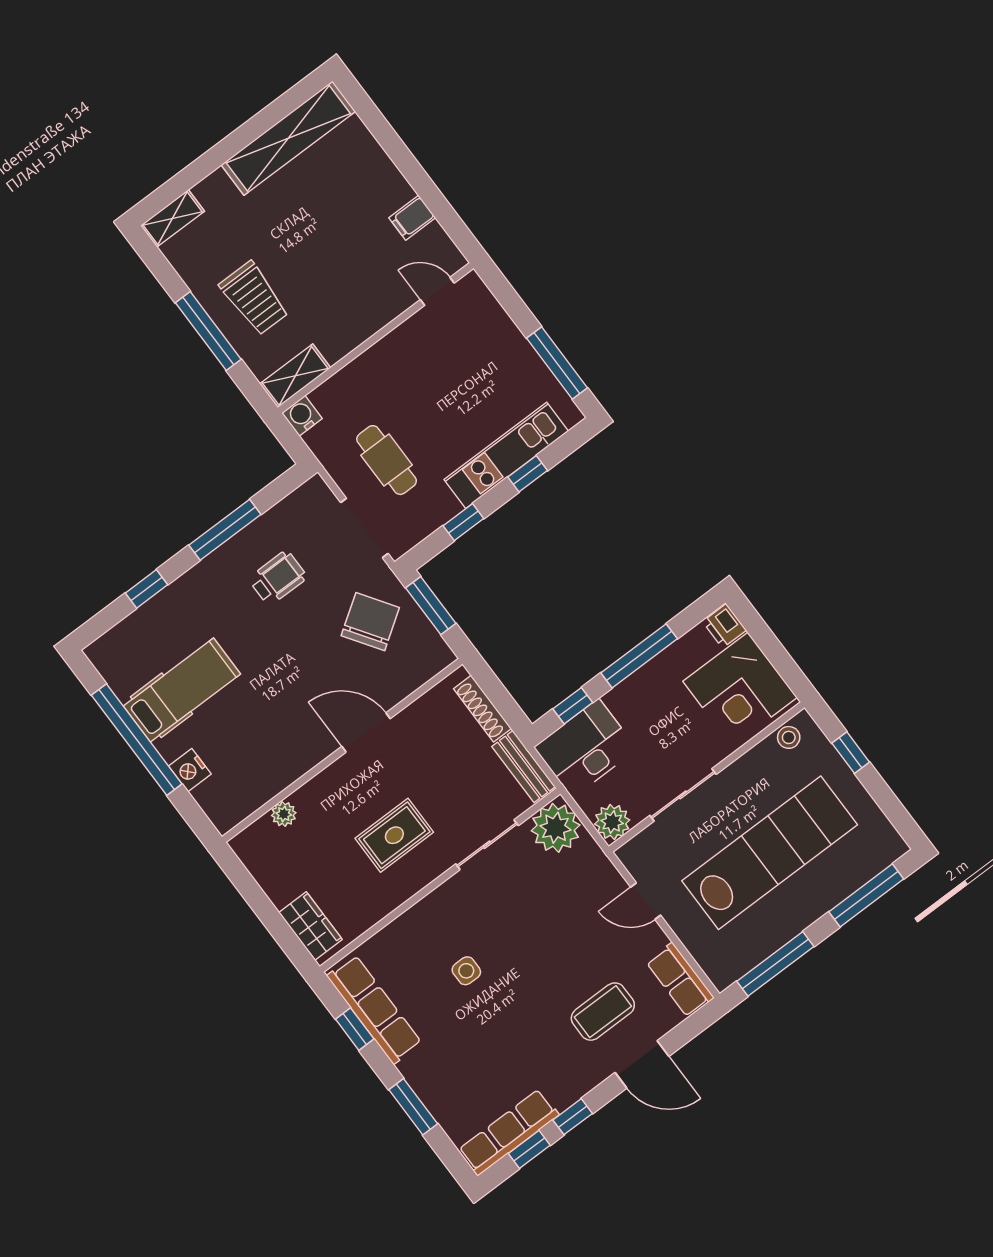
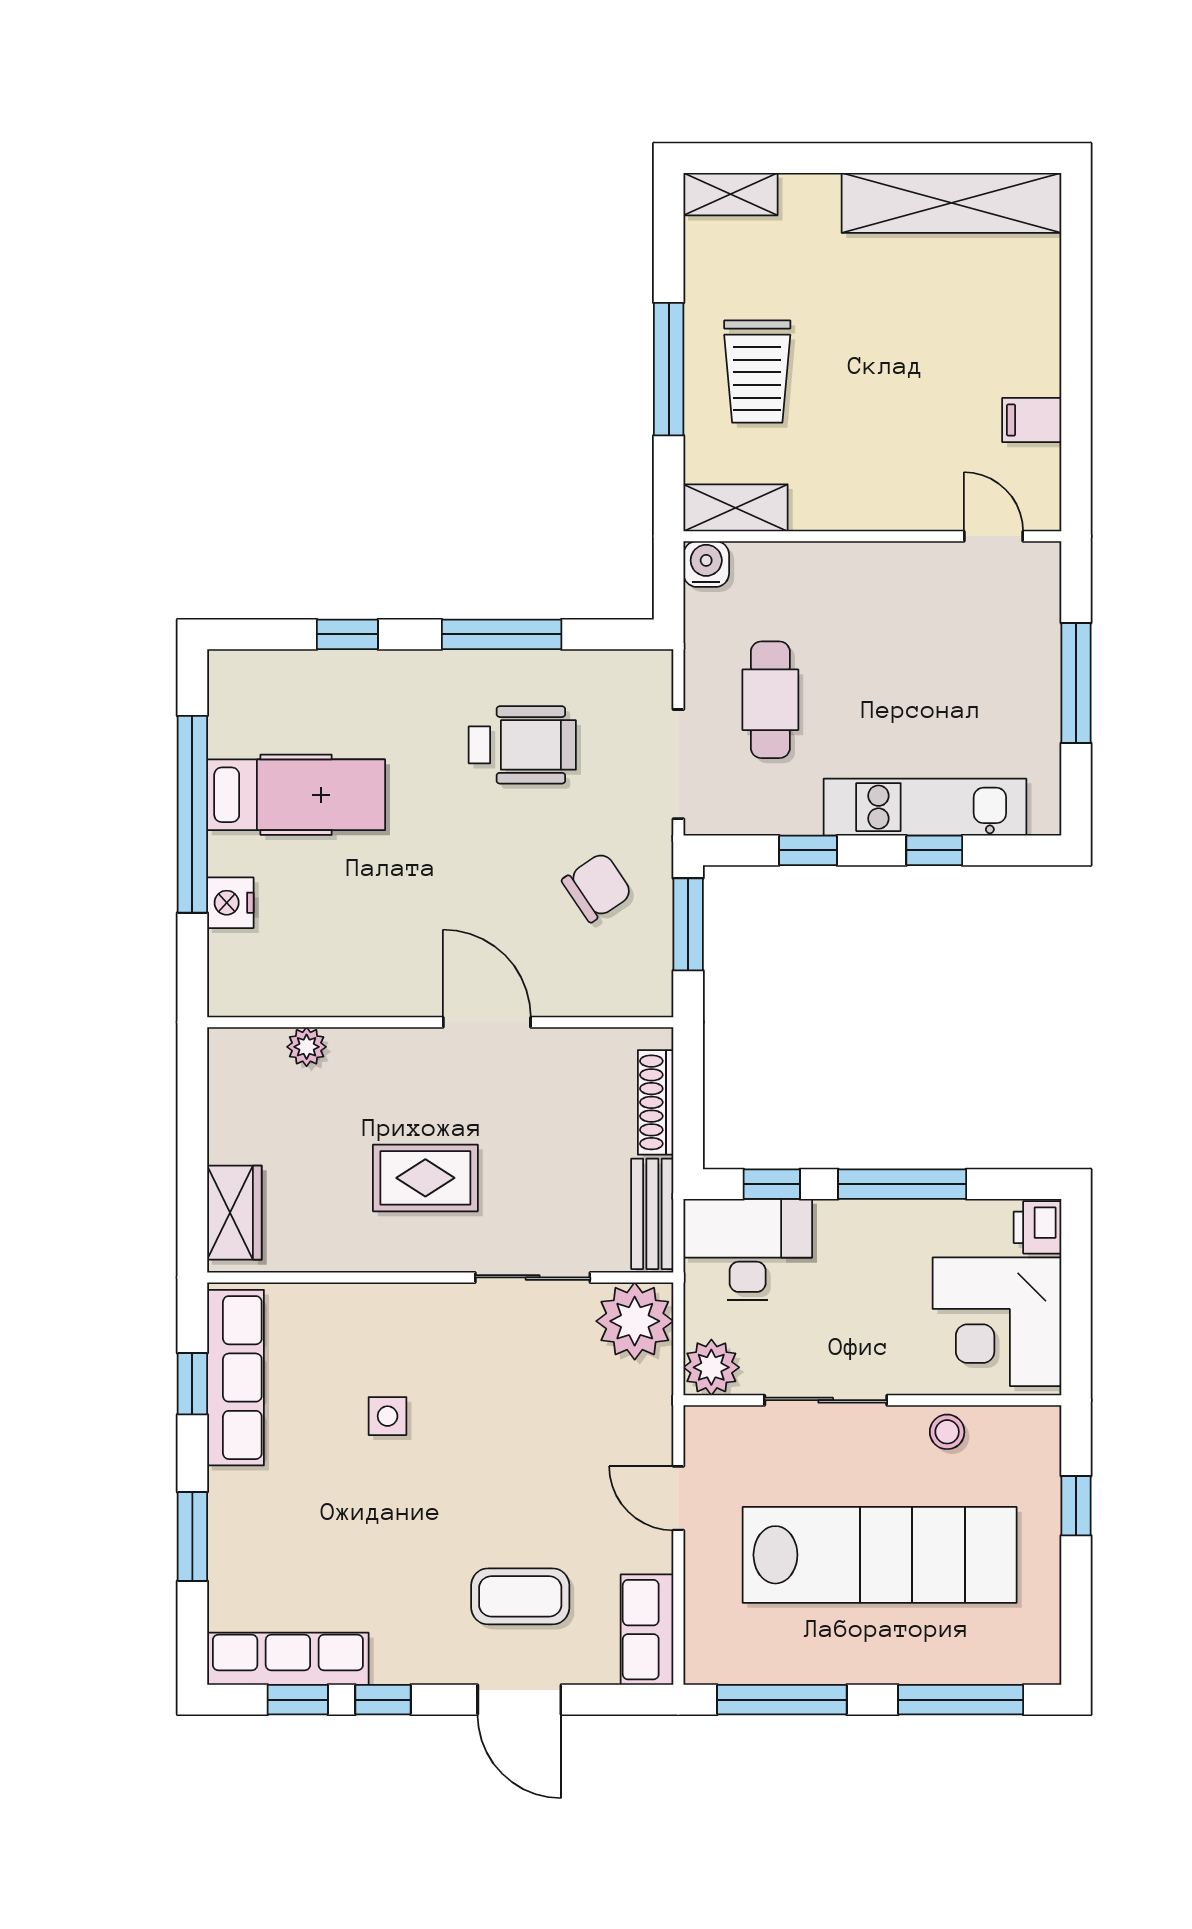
window: (557, 363) -> (1076, 683), moved
wheelchair: (278, 578) -> (522, 745), width x1.36, depth x1.37
chair: (370, 622) -> (597, 887), width x0.73, depth x0.73
stool: (789, 737) -> (947, 1432), moved

